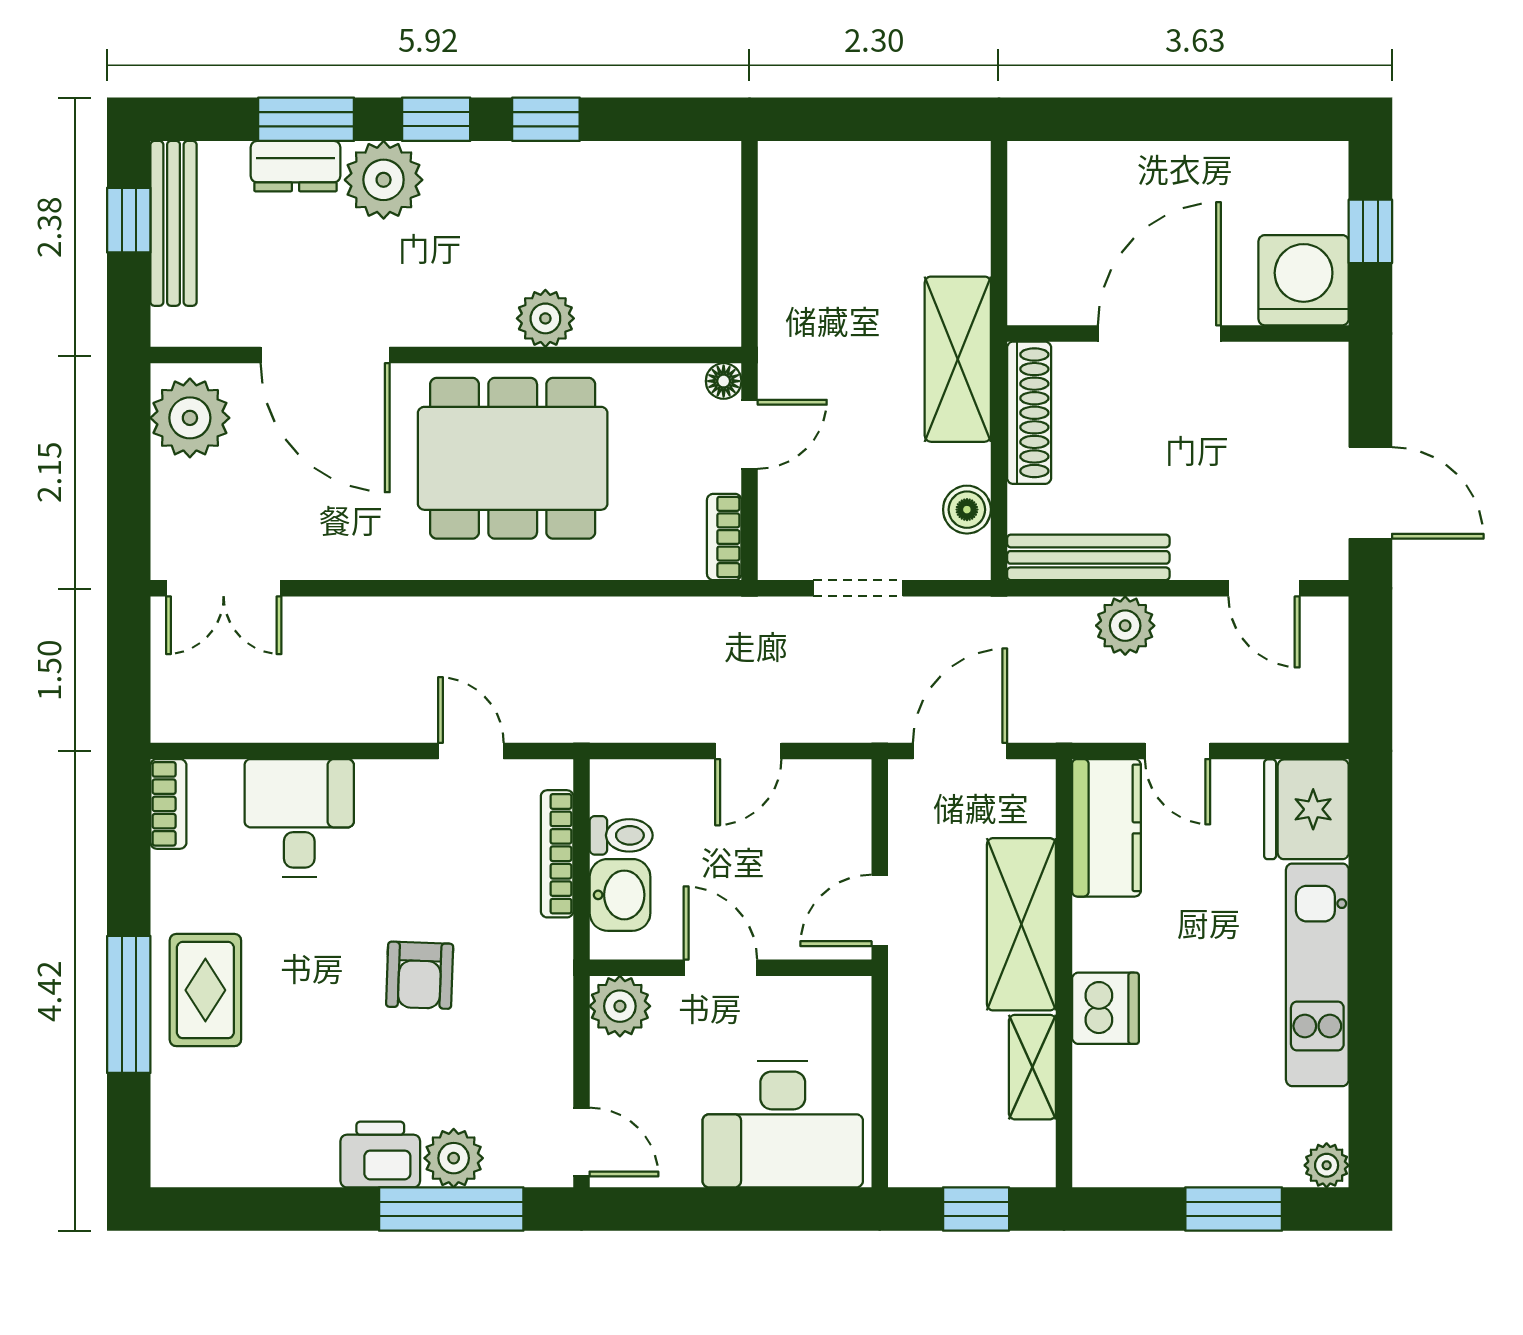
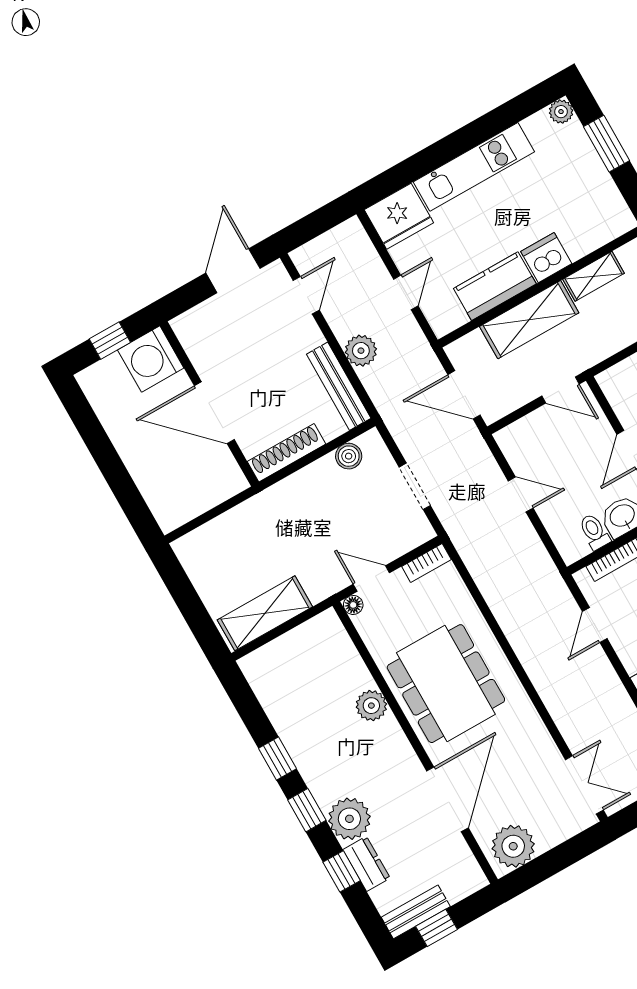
window: (306, 119) -> (342, 871), width x0.67
bench: (174, 223) -> (416, 912), width x0.73
shelving: (958, 359) -> (265, 613), moved
kitchen counter: (1107, 828) -> (495, 286), moved

